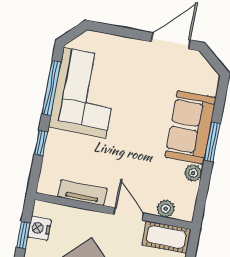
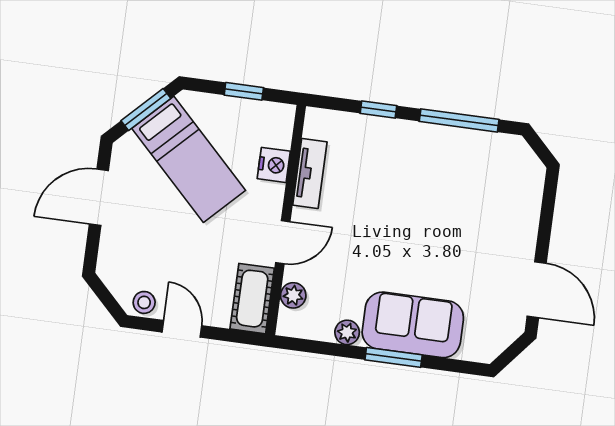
corner sofa: (85, 93) -> (455, 169), removed
nightstand: (39, 228) -> (274, 165), moved, turned 90

